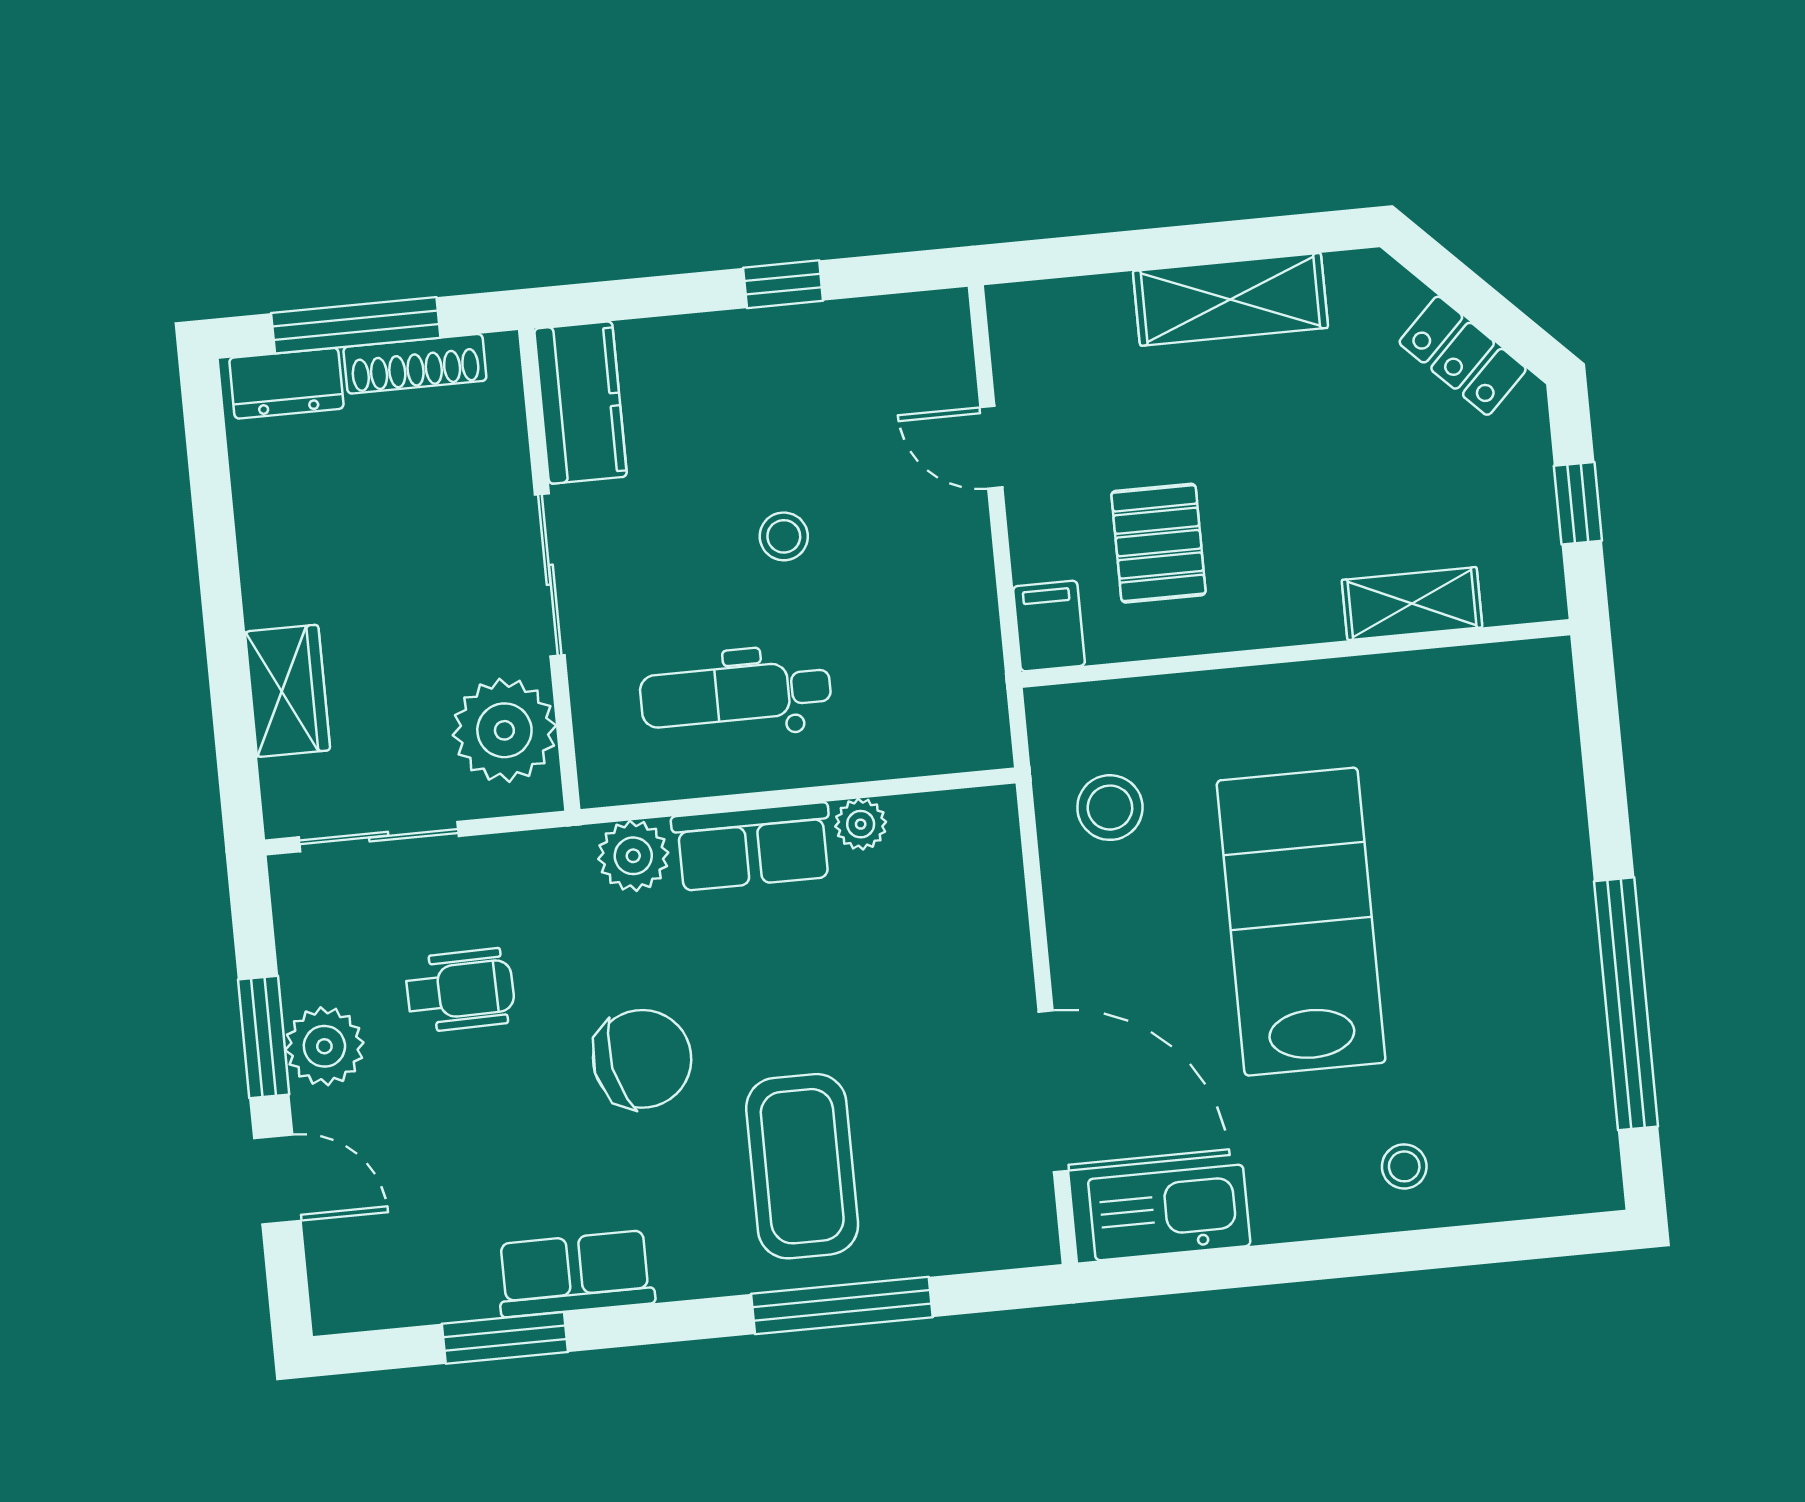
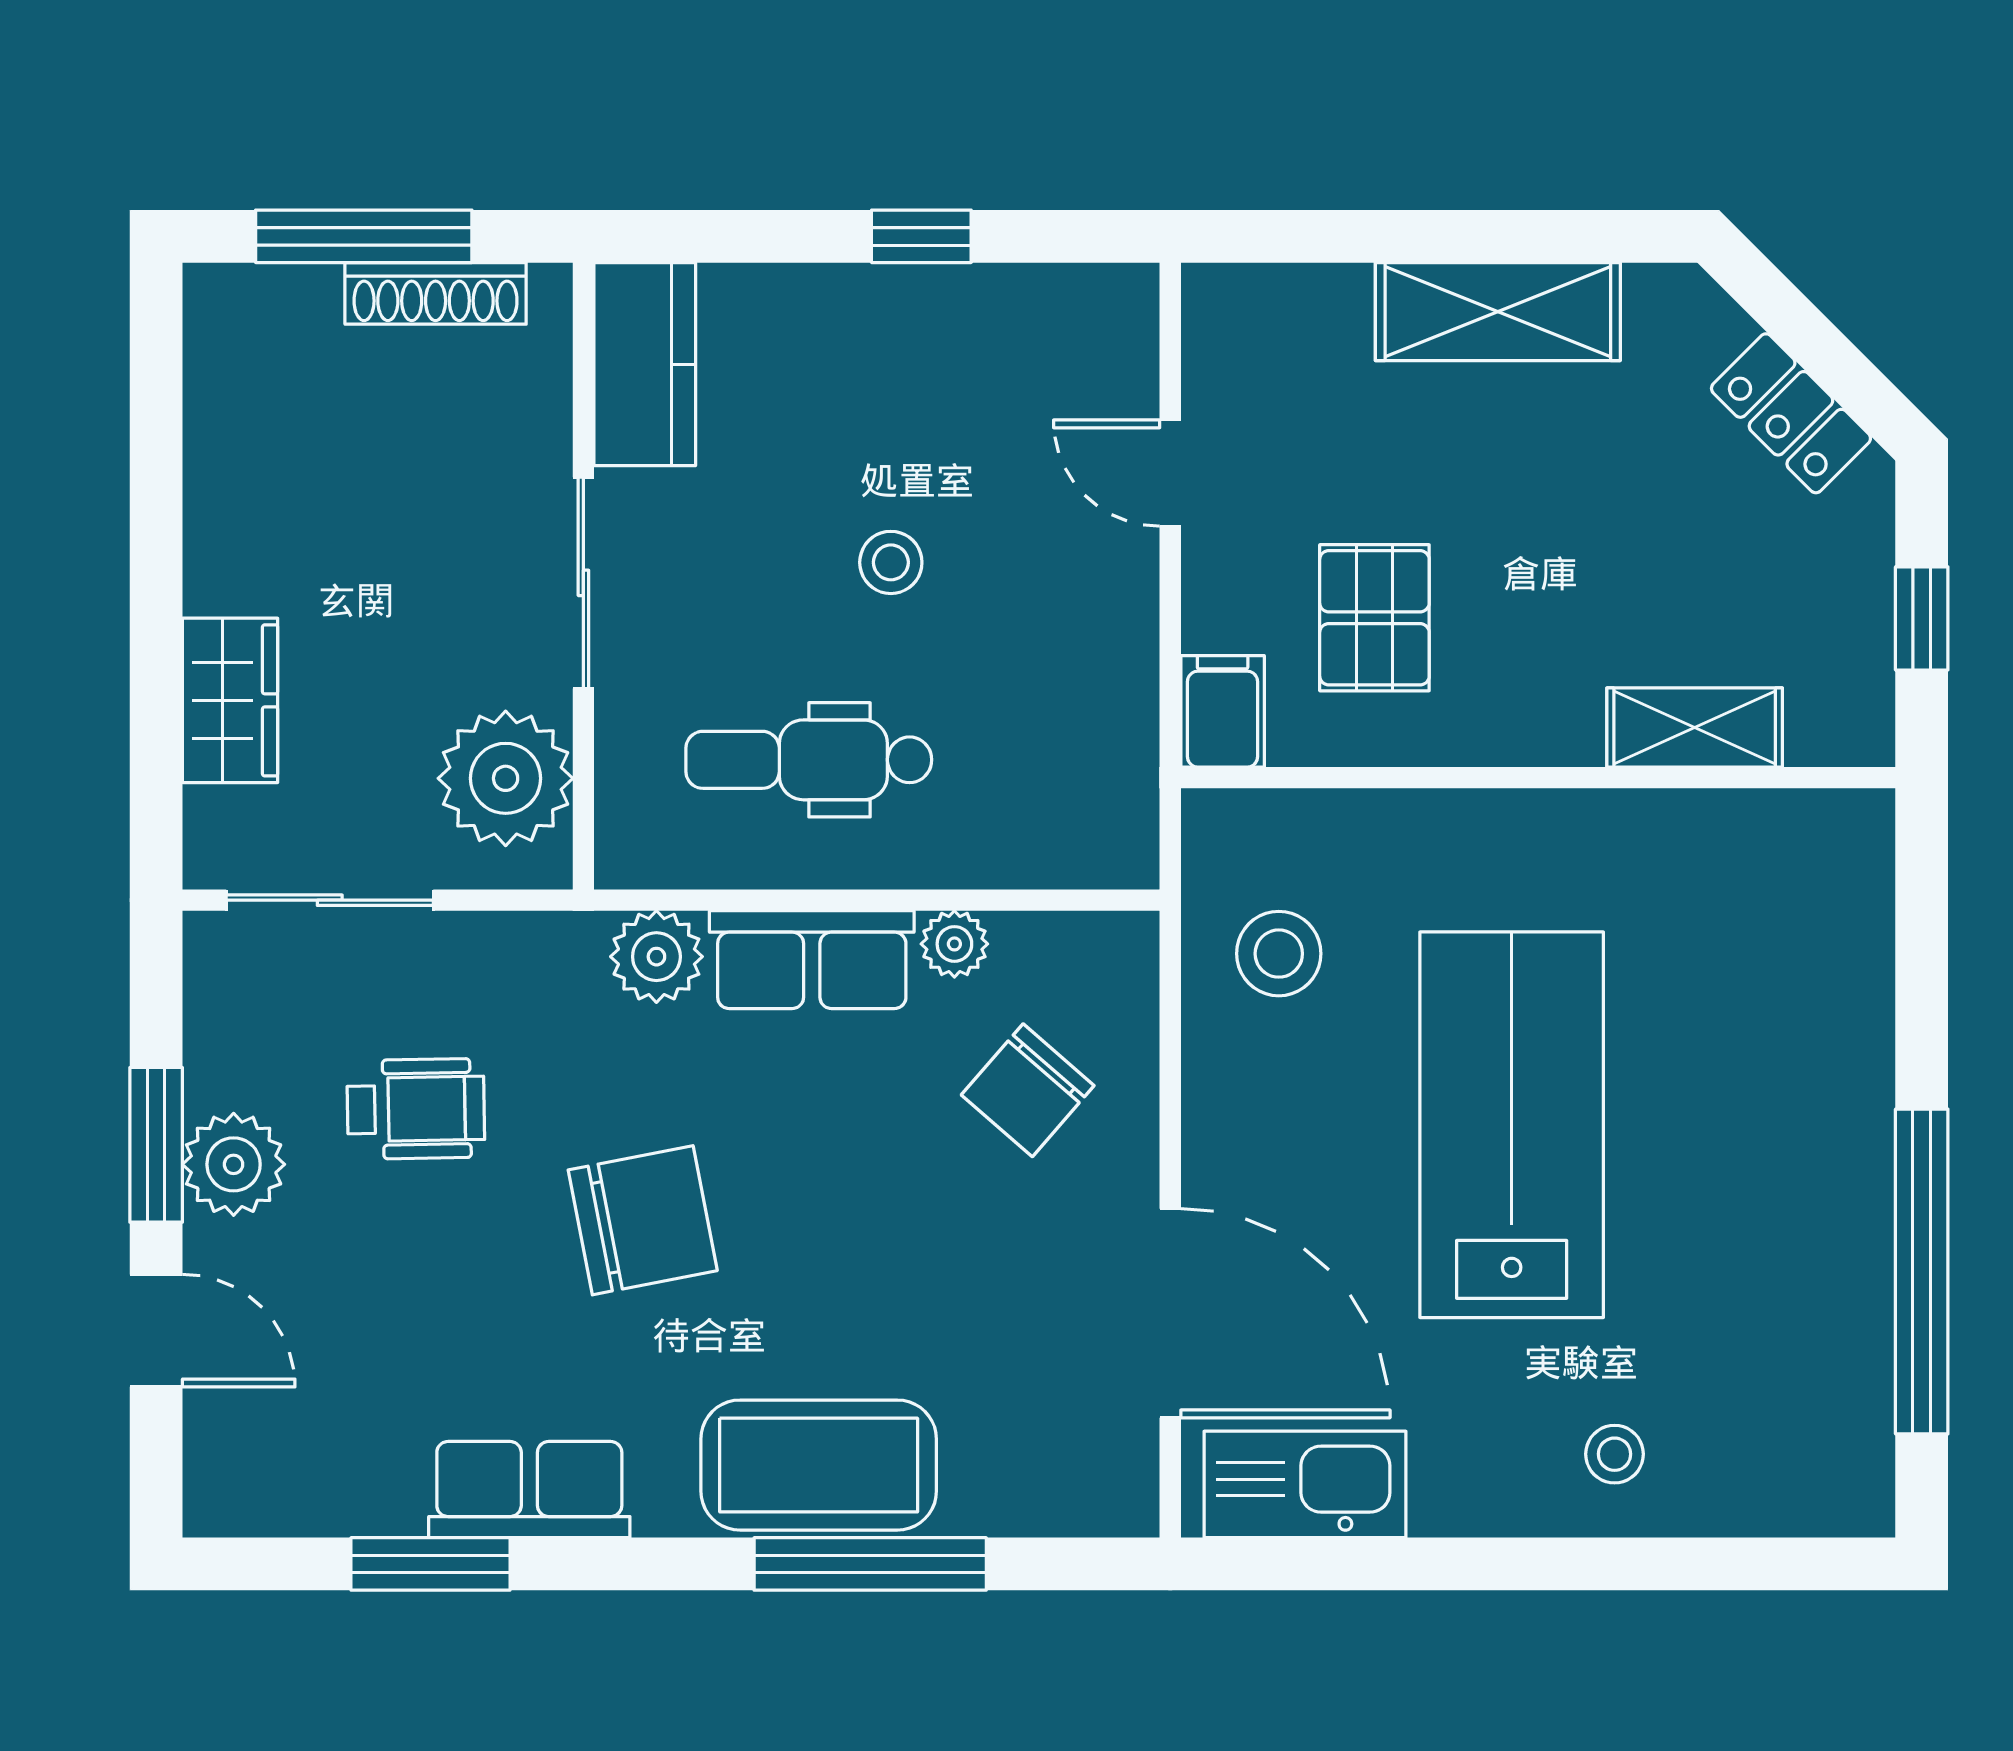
dresser: (286, 383) -> (267, 303), removed
chair: (928, 931) -> (1028, 1090), added
coffee table: (802, 1166) -> (819, 1465), moved, turned 90

